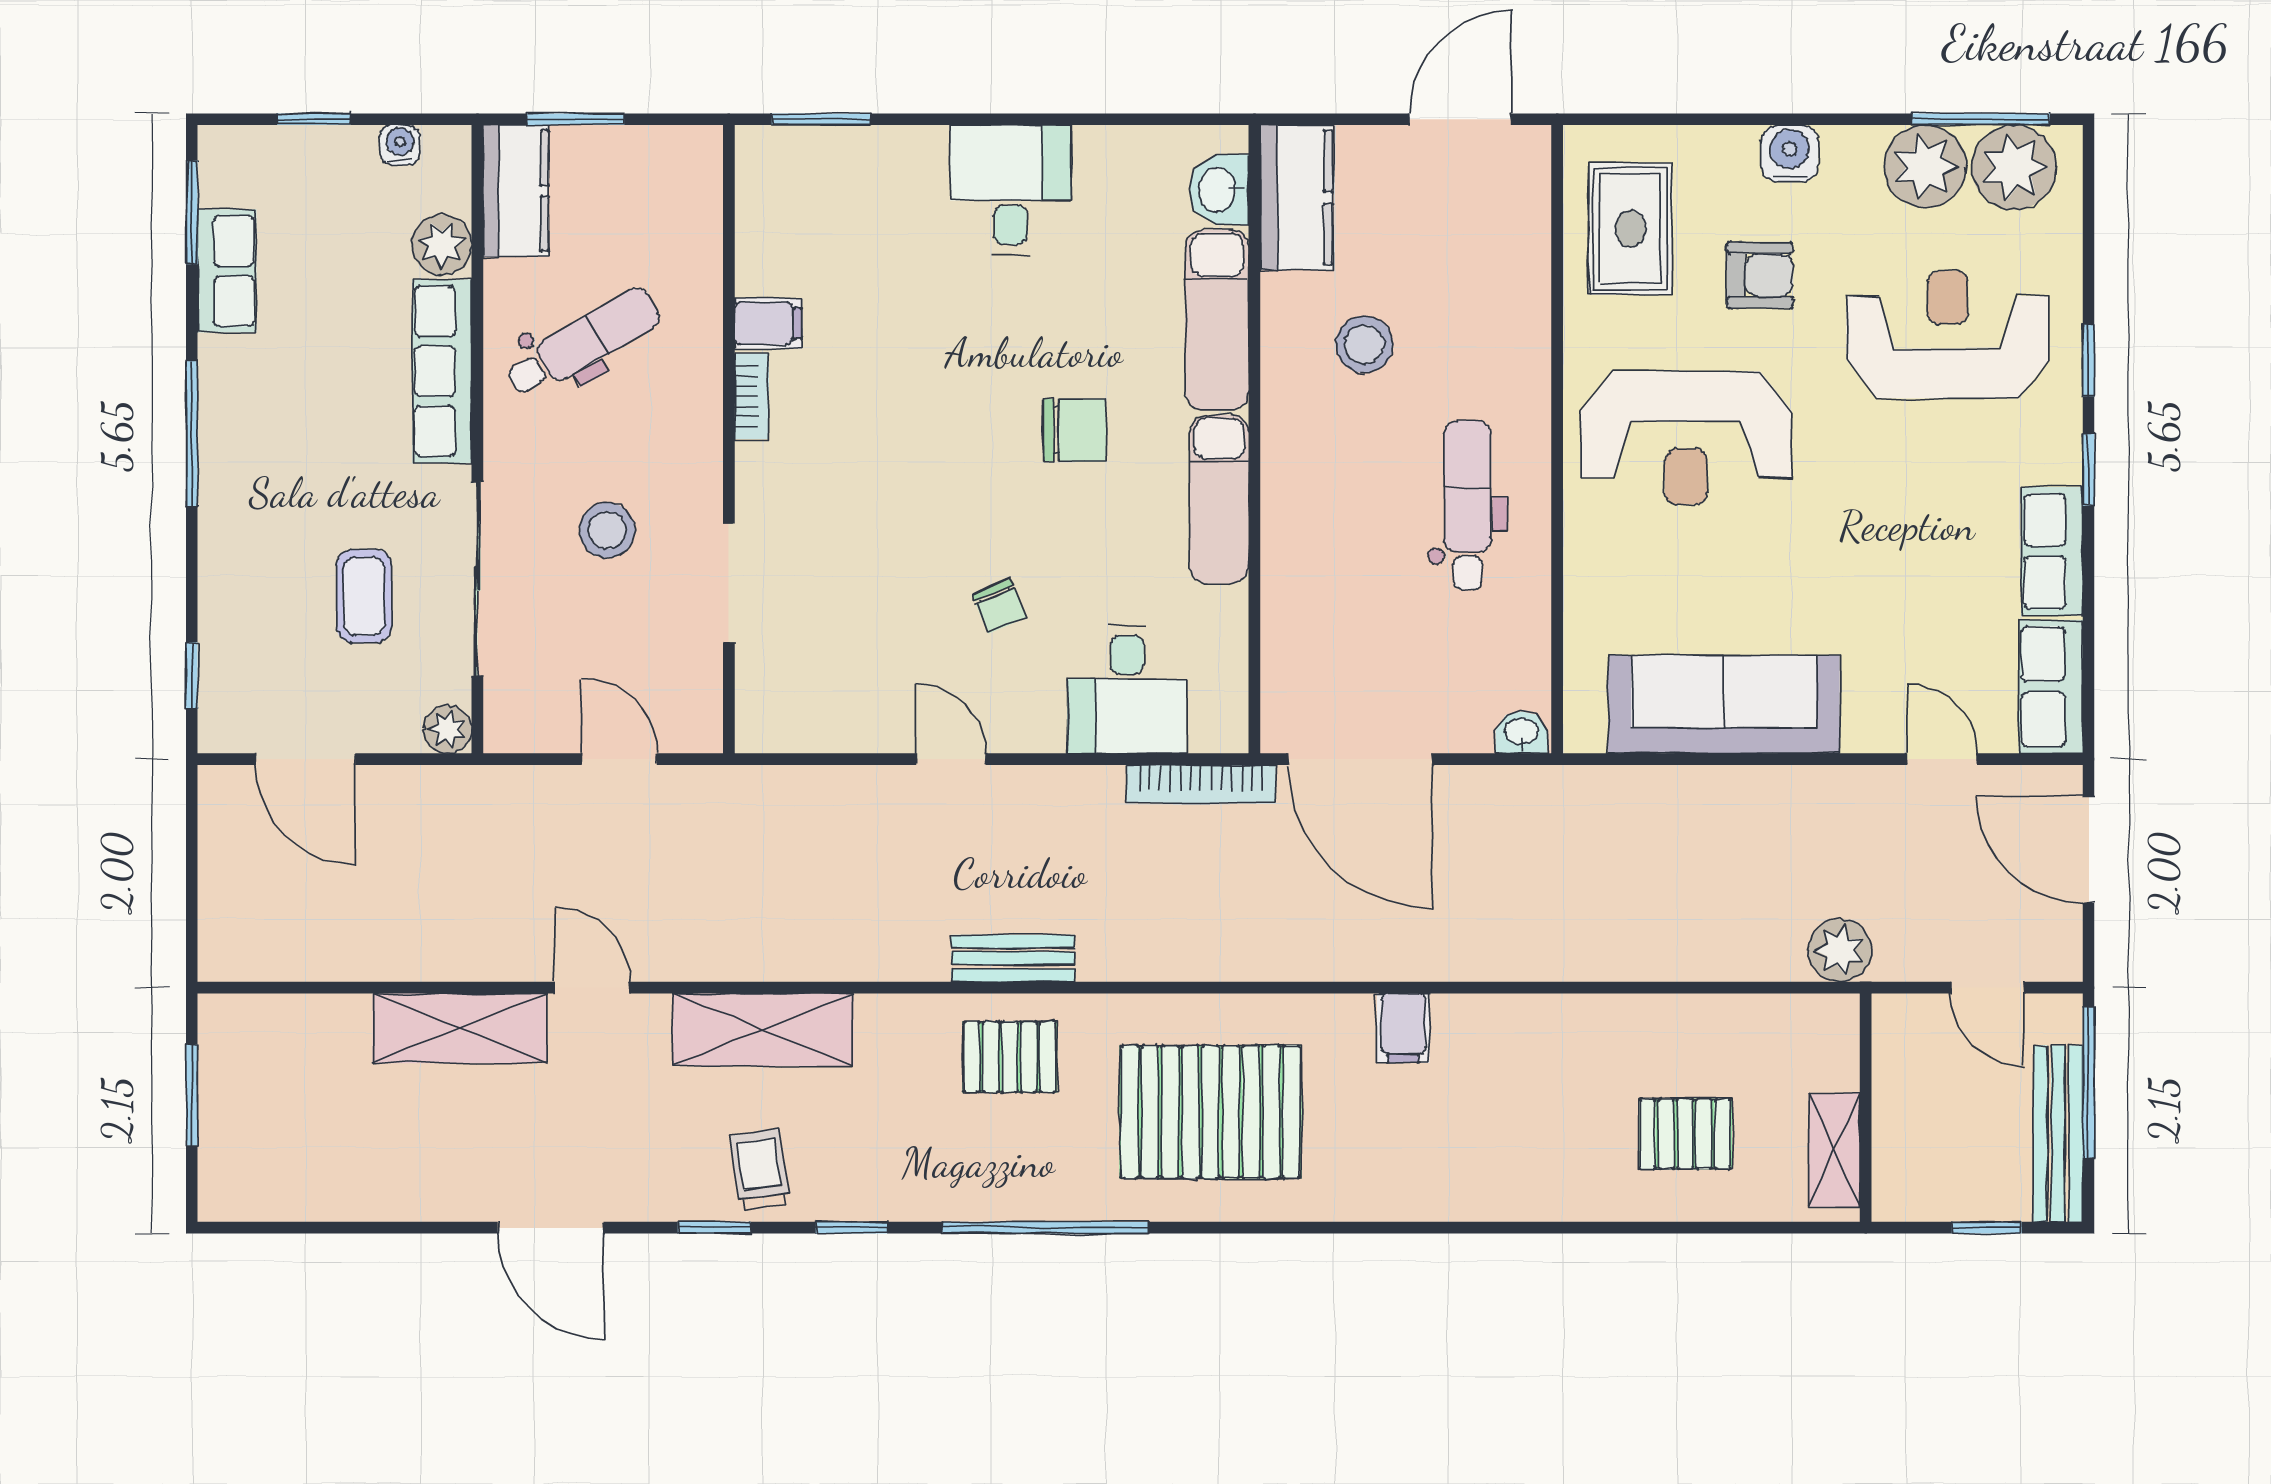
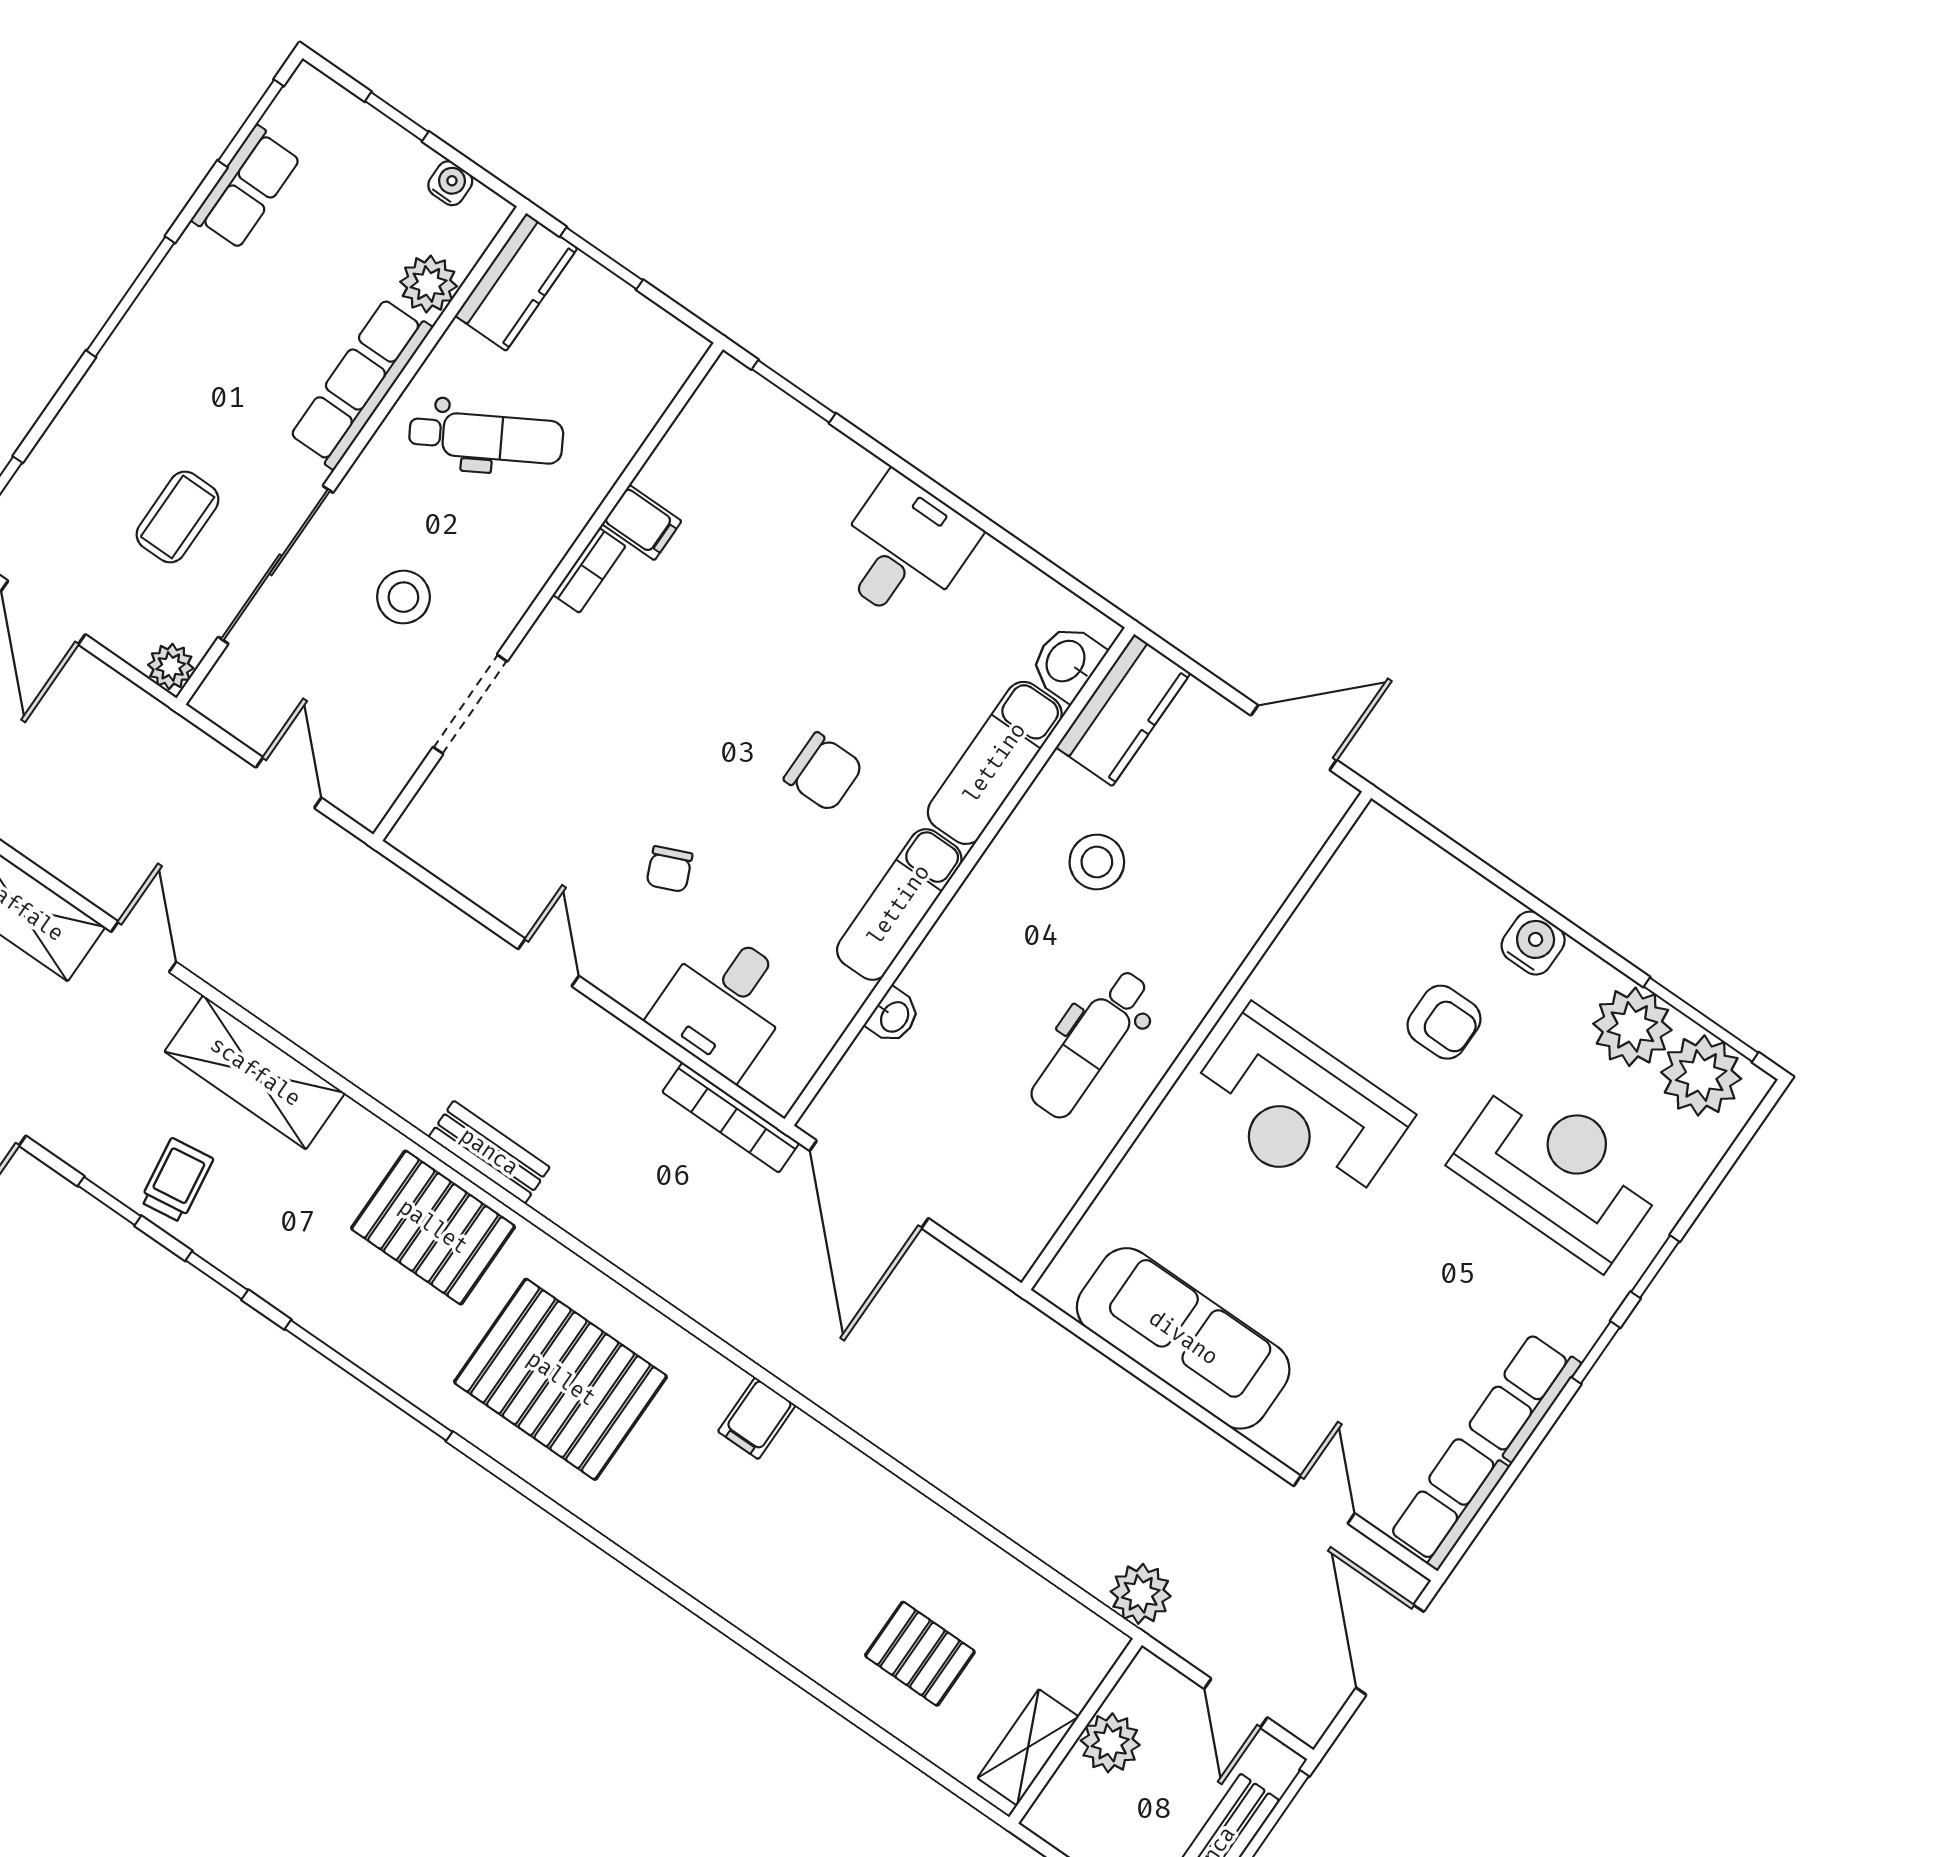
rug: (1630, 229) -> (1368, 916), removed
dental chair: (1468, 505) -> (1090, 1044), turned 180
washbasin: (1522, 732) -> (894, 1016), moved, turned 90
pallet: (1010, 1057) -> (433, 1227), width x1.50, depth x1.42
plant: (1903, 1097) -> (1110, 1743), added

